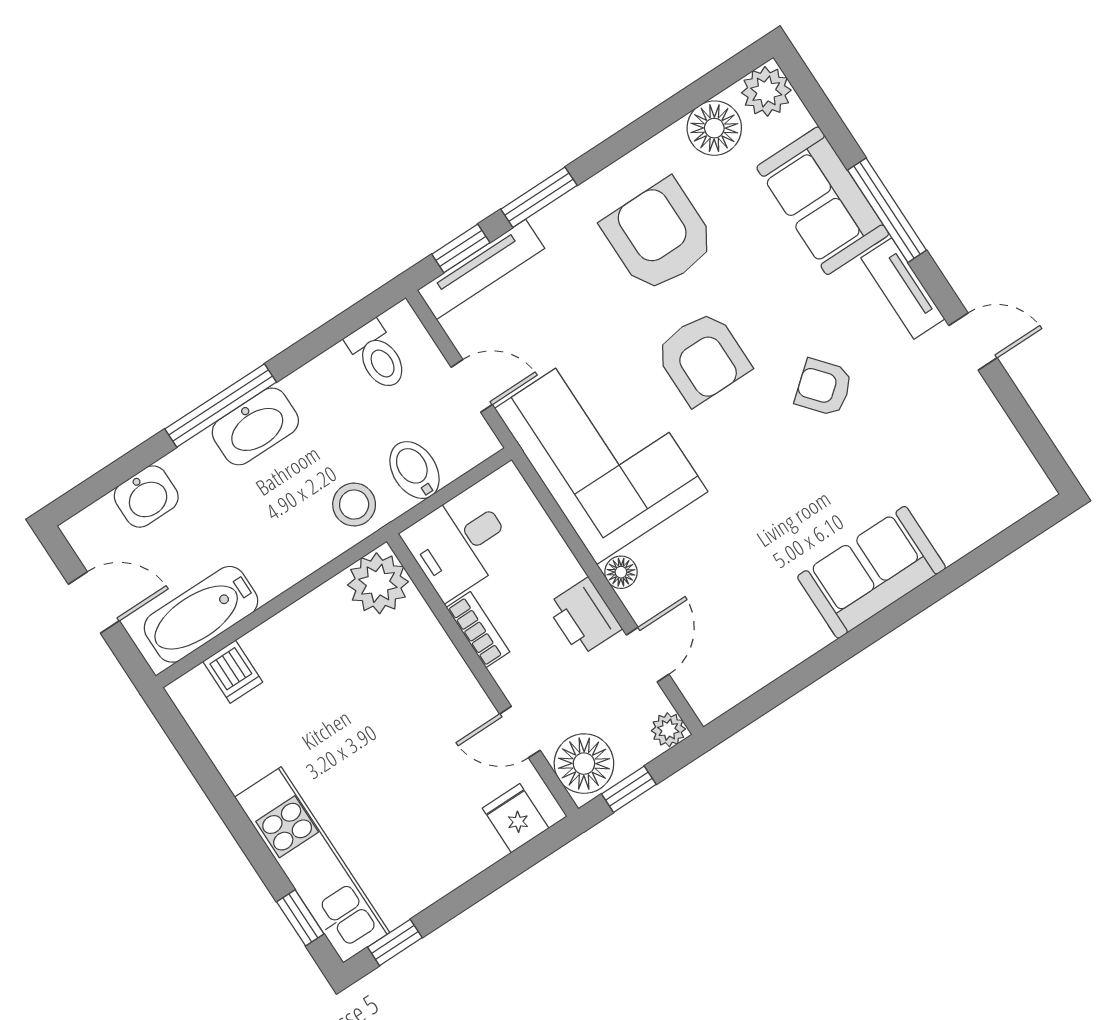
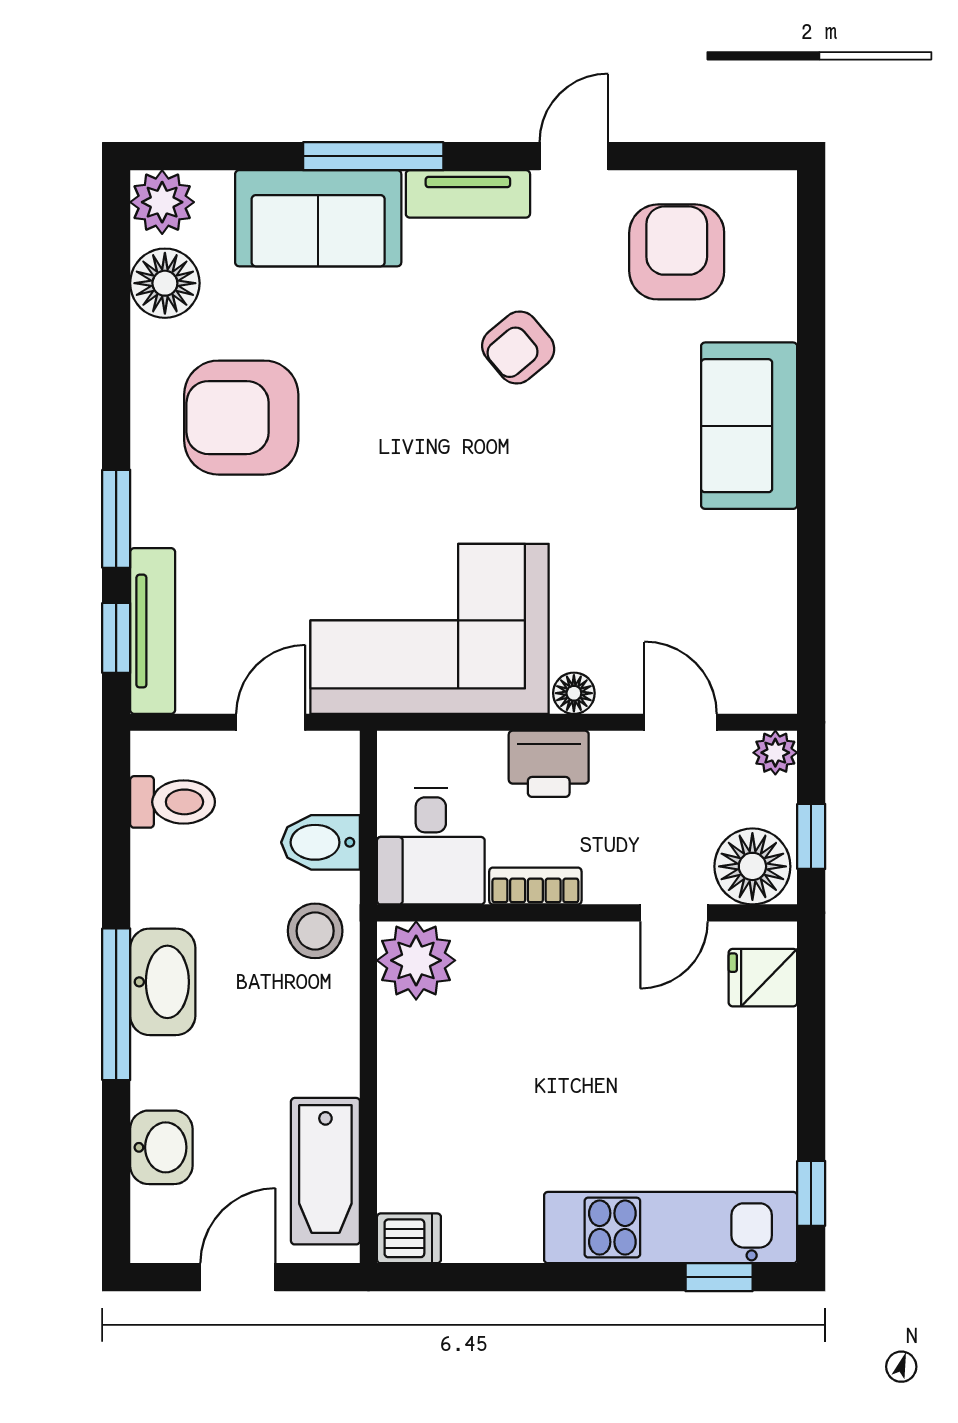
armchair: (702, 358) -> (677, 252), moved, turned -90
printer: (584, 617) -> (549, 764), moved
dishwasher: (233, 672) -> (409, 1238), moved

